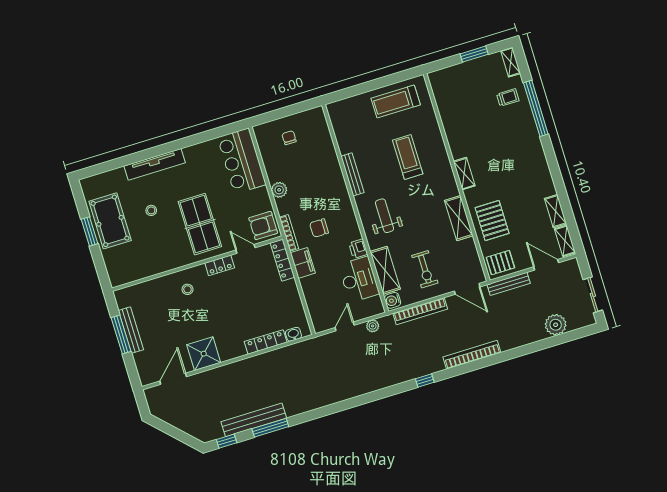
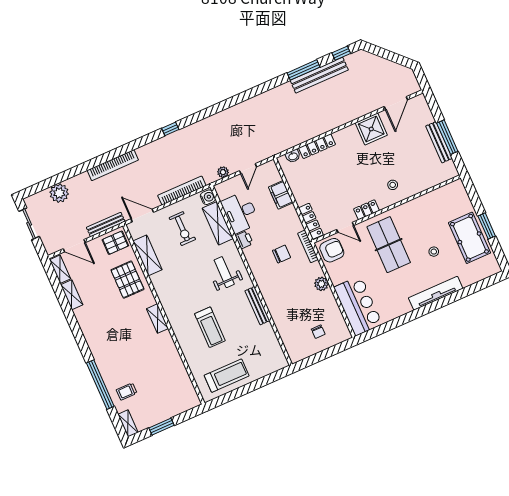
weight bench: (385, 216) -> (224, 272), turned 180
shelving: (459, 218) -> (147, 255), moved
filing cabinet: (303, 263) -> (281, 195), moved
exercise bike: (425, 269) -> (182, 229), turned 180
bookcase: (472, 355) -> (113, 165), moved

